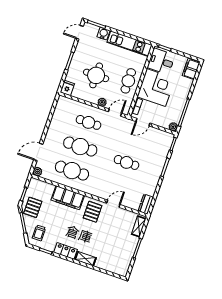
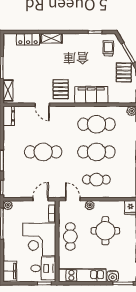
door: (115, 113) -> (73, 199), swing flipped
cafe table: (127, 162) -> (43, 152), width x1.37, depth x1.35
door: (113, 204) -> (42, 105), hinge flipped
locker: (66, 251) -> (28, 39), moved

